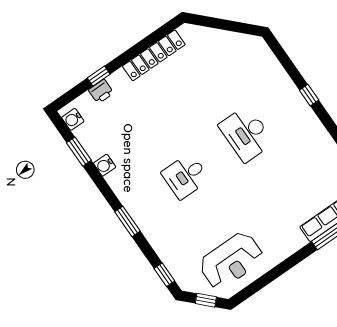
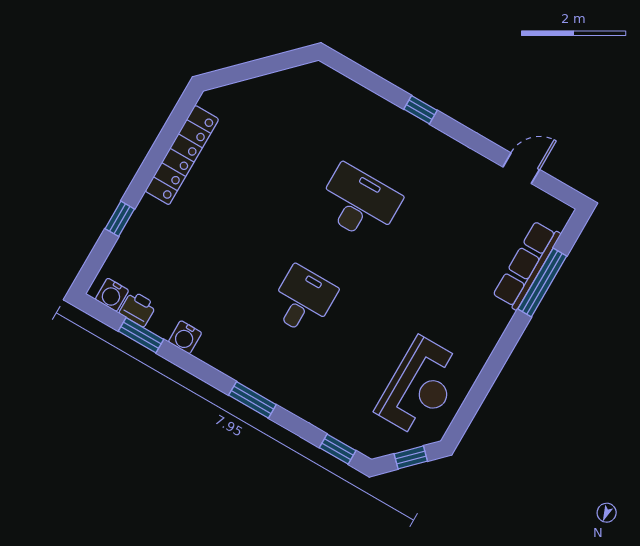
printer: (101, 91) -> (138, 309), moved, turned -90
desk: (246, 134) -> (359, 203), turned 180
desk: (186, 176) -> (303, 300), turned 180

